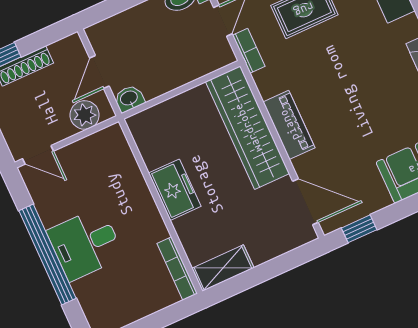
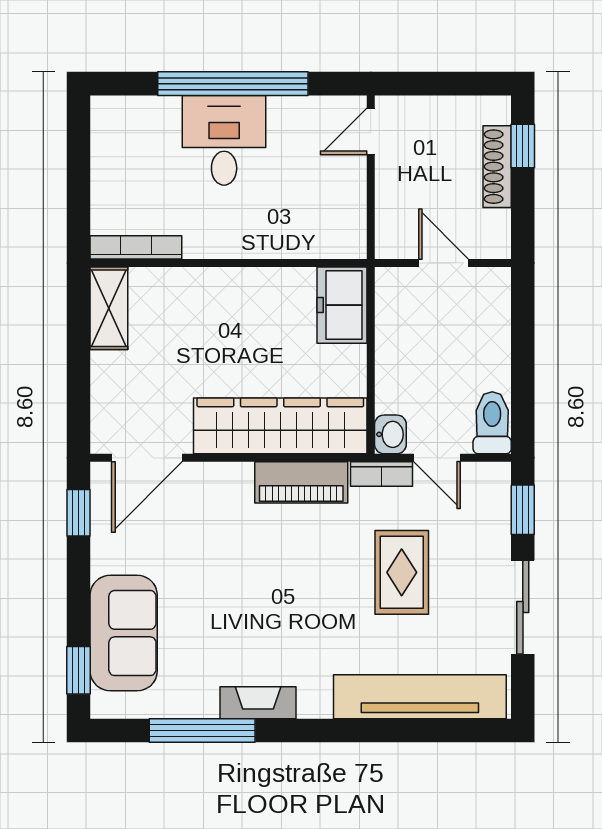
washbasin: (129, 99) -> (390, 434), moved
plant: (85, 115) -> (396, 217), removed
piano: (289, 125) -> (301, 482), moved
freezer: (175, 190) -> (342, 305), moved, turned 90

